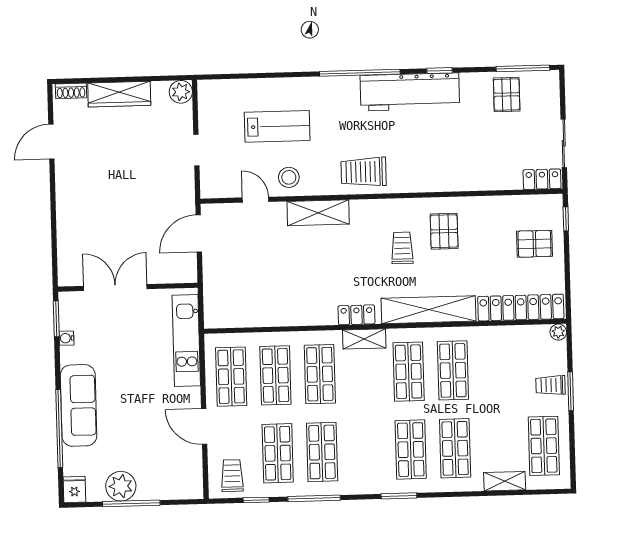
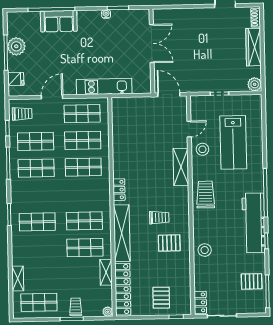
lab bench: (277, 126) -> (233, 142), width x1.36, depth x1.39
stool: (455, 173) -> (205, 250), added
wall: (128, 287) -> (152, 51), moved
double door: (115, 288) -> (152, 44), moved
shelving: (364, 339) -> (106, 272), moved
sofa: (79, 405) -> (59, 21), width x0.73
shop shelf: (455, 448) -> (38, 249), removed
fridge: (74, 489) -> (16, 79), moved

